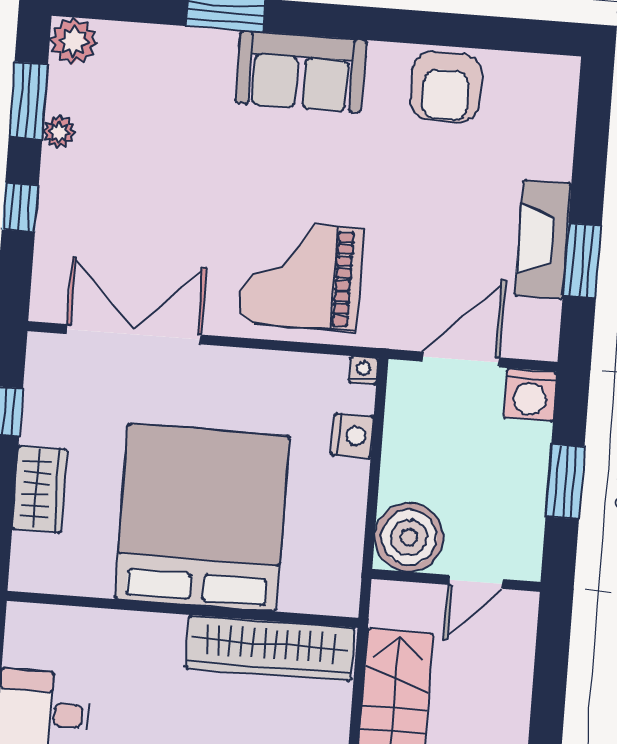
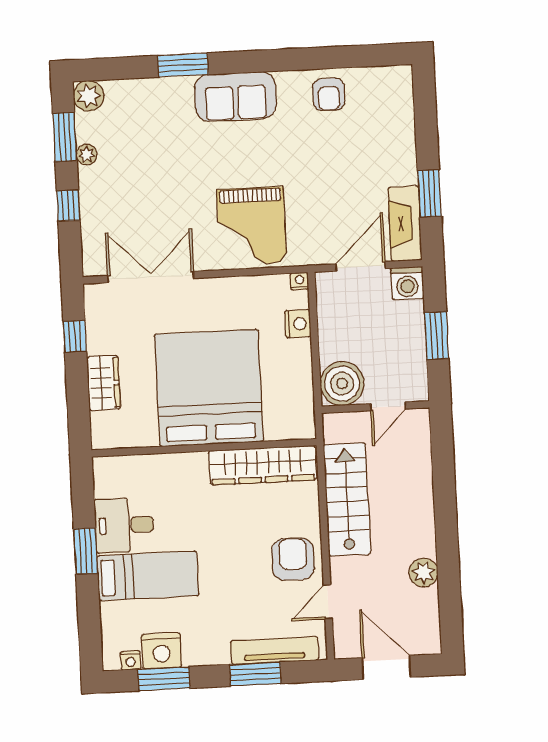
armchair: (446, 87) -> (329, 94), width x0.72, depth x0.72
fireplace: (543, 240) -> (405, 224), moved
grand piano: (300, 276) -> (252, 226), turned -90

